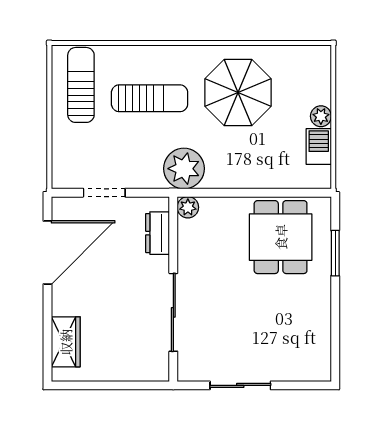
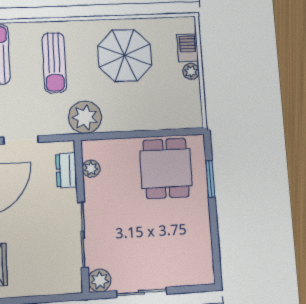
sun lounger: (150, 98) -> (54, 63), turned 90
barbecue: (319, 146) -> (188, 48), moved
plant: (188, 207) -> (91, 169), moved
plant: (191, 368) -> (100, 280), added

